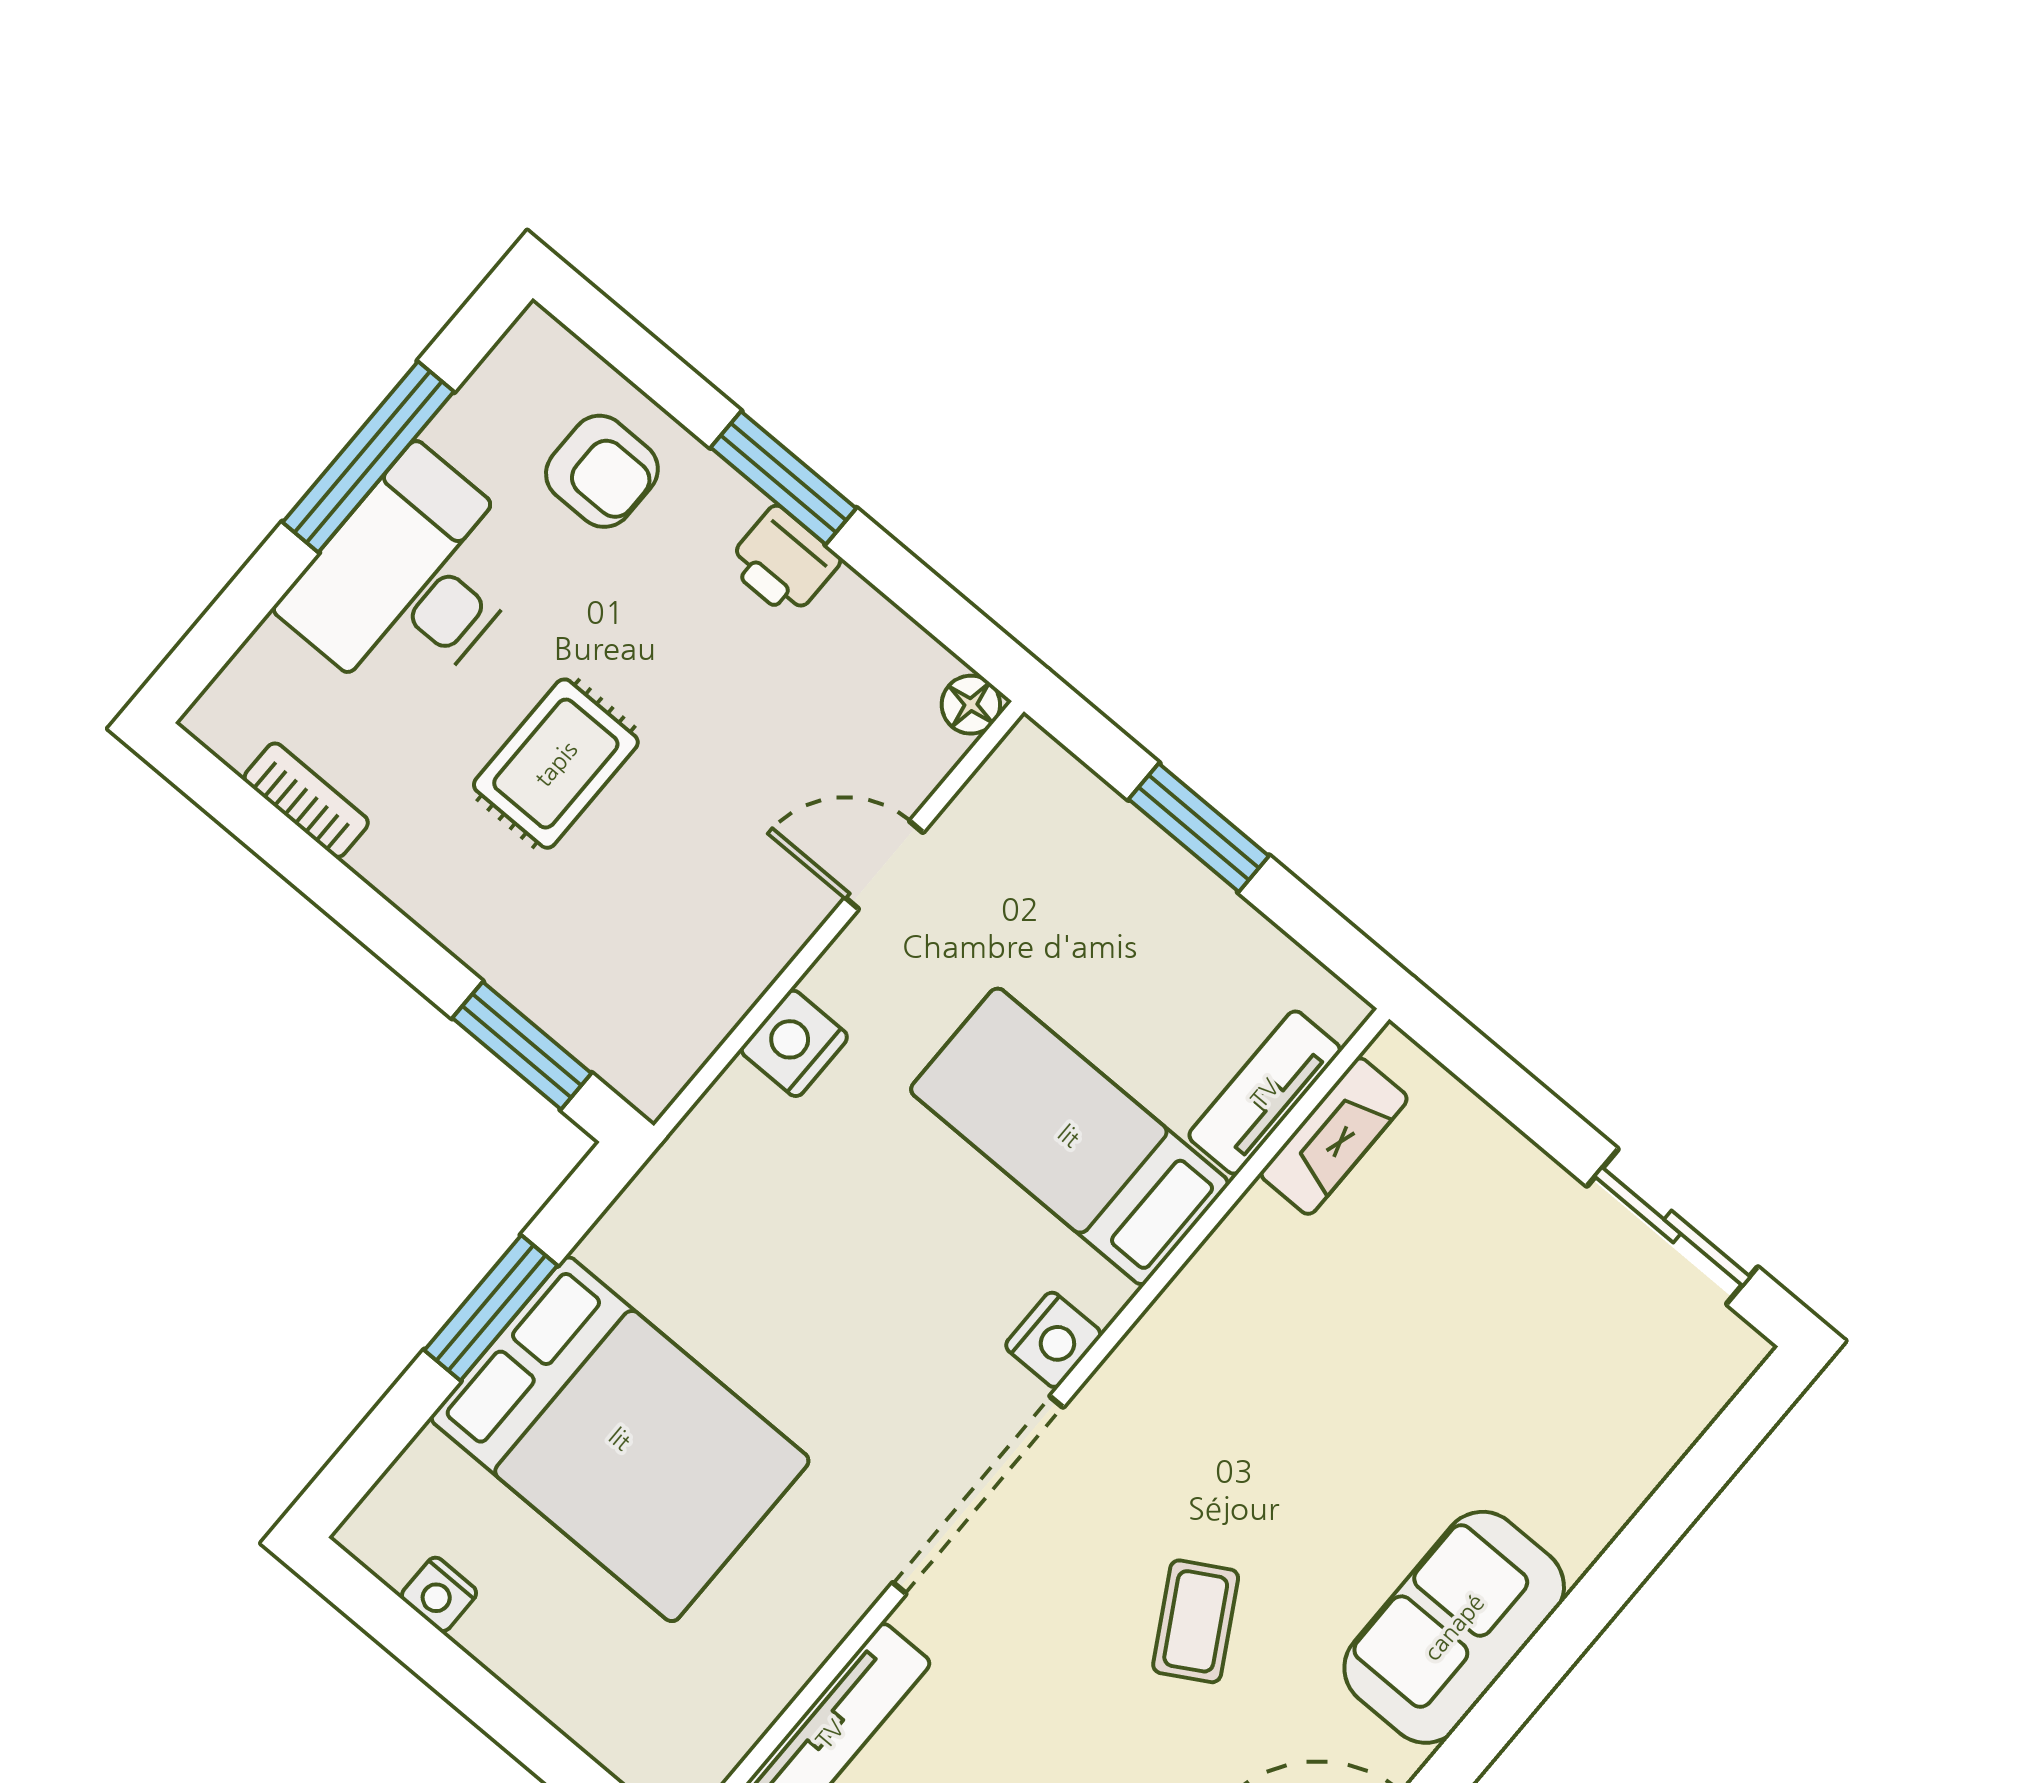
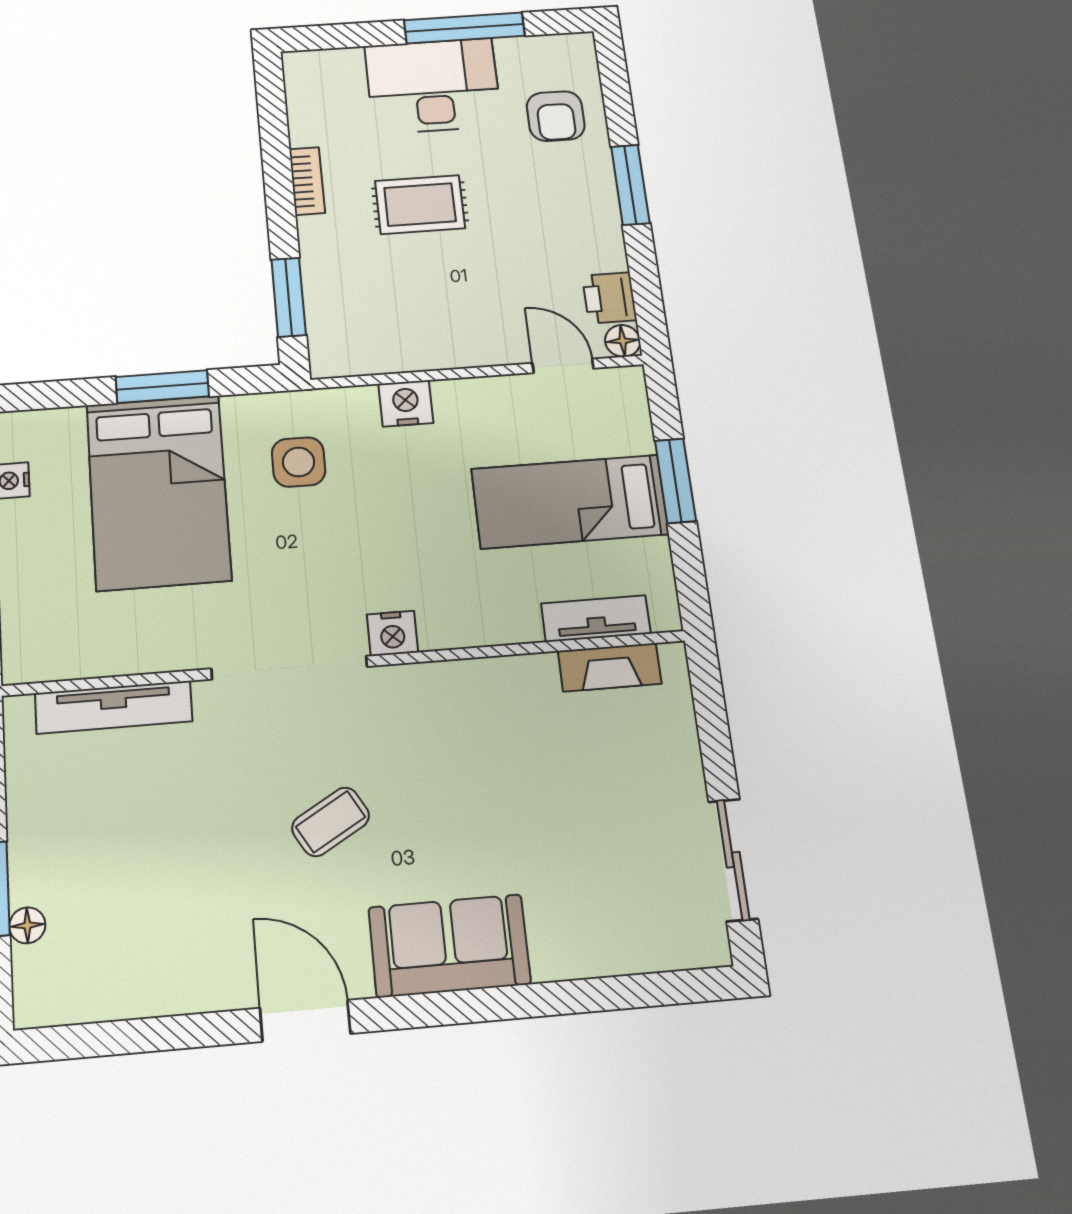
printer: (783, 562) -> (609, 298), moved
bookcase: (306, 800) -> (307, 181), moved
door: (884, 865) -> (563, 366), moved
bed: (1069, 1136) -> (570, 502), moved, turned -90
side table: (743, 1242) -> (299, 462), added

